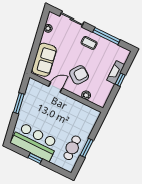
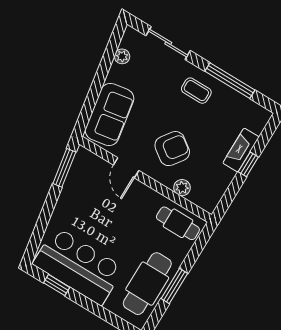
door: (55, 87) -> (126, 168), swing flipped
window: (19, 103) -> (64, 168), moved
cafe table: (86, 114) -> (178, 223), added
cafe table: (72, 148) -> (147, 284), width x1.37, depth x1.35
window: (35, 158) -> (57, 285), moved

